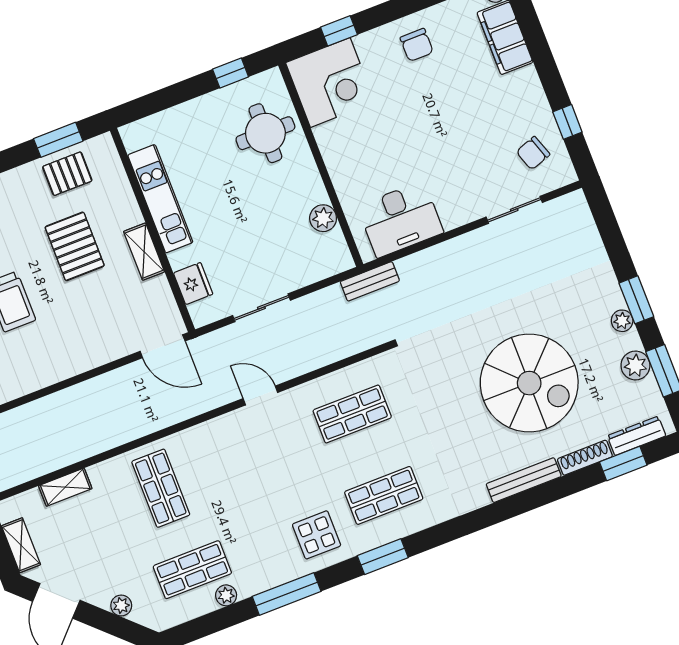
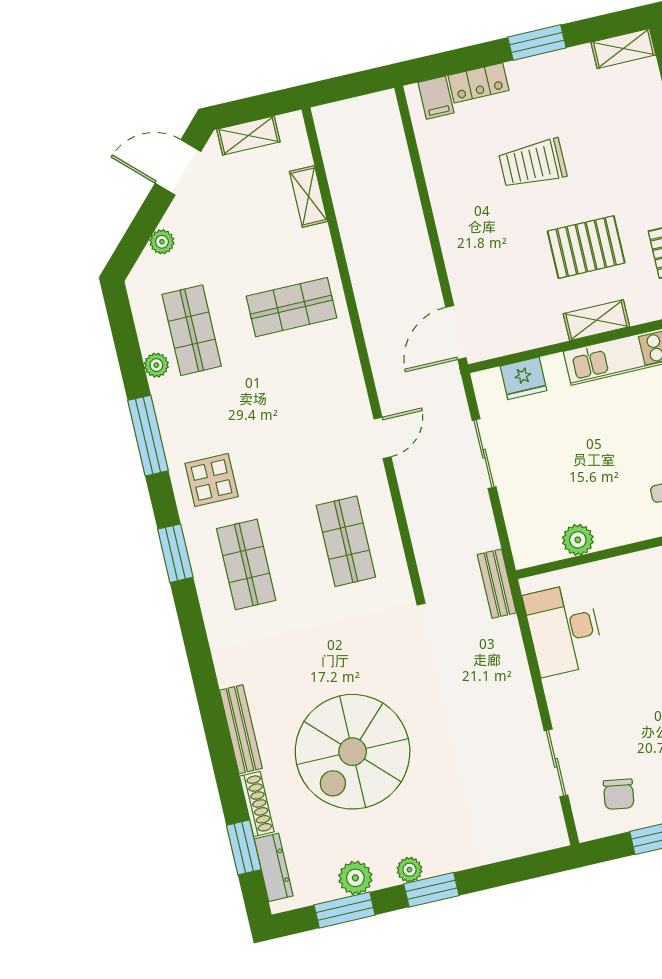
chair: (533, 153) -> (619, 794), turned -152
shelving: (144, 252) -> (596, 320), moved

